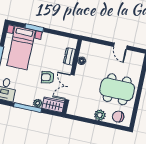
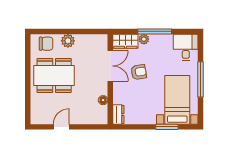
door: (120, 46) -> (61, 127), hinge flipped
dresser: (69, 56) -> (118, 114), moved

